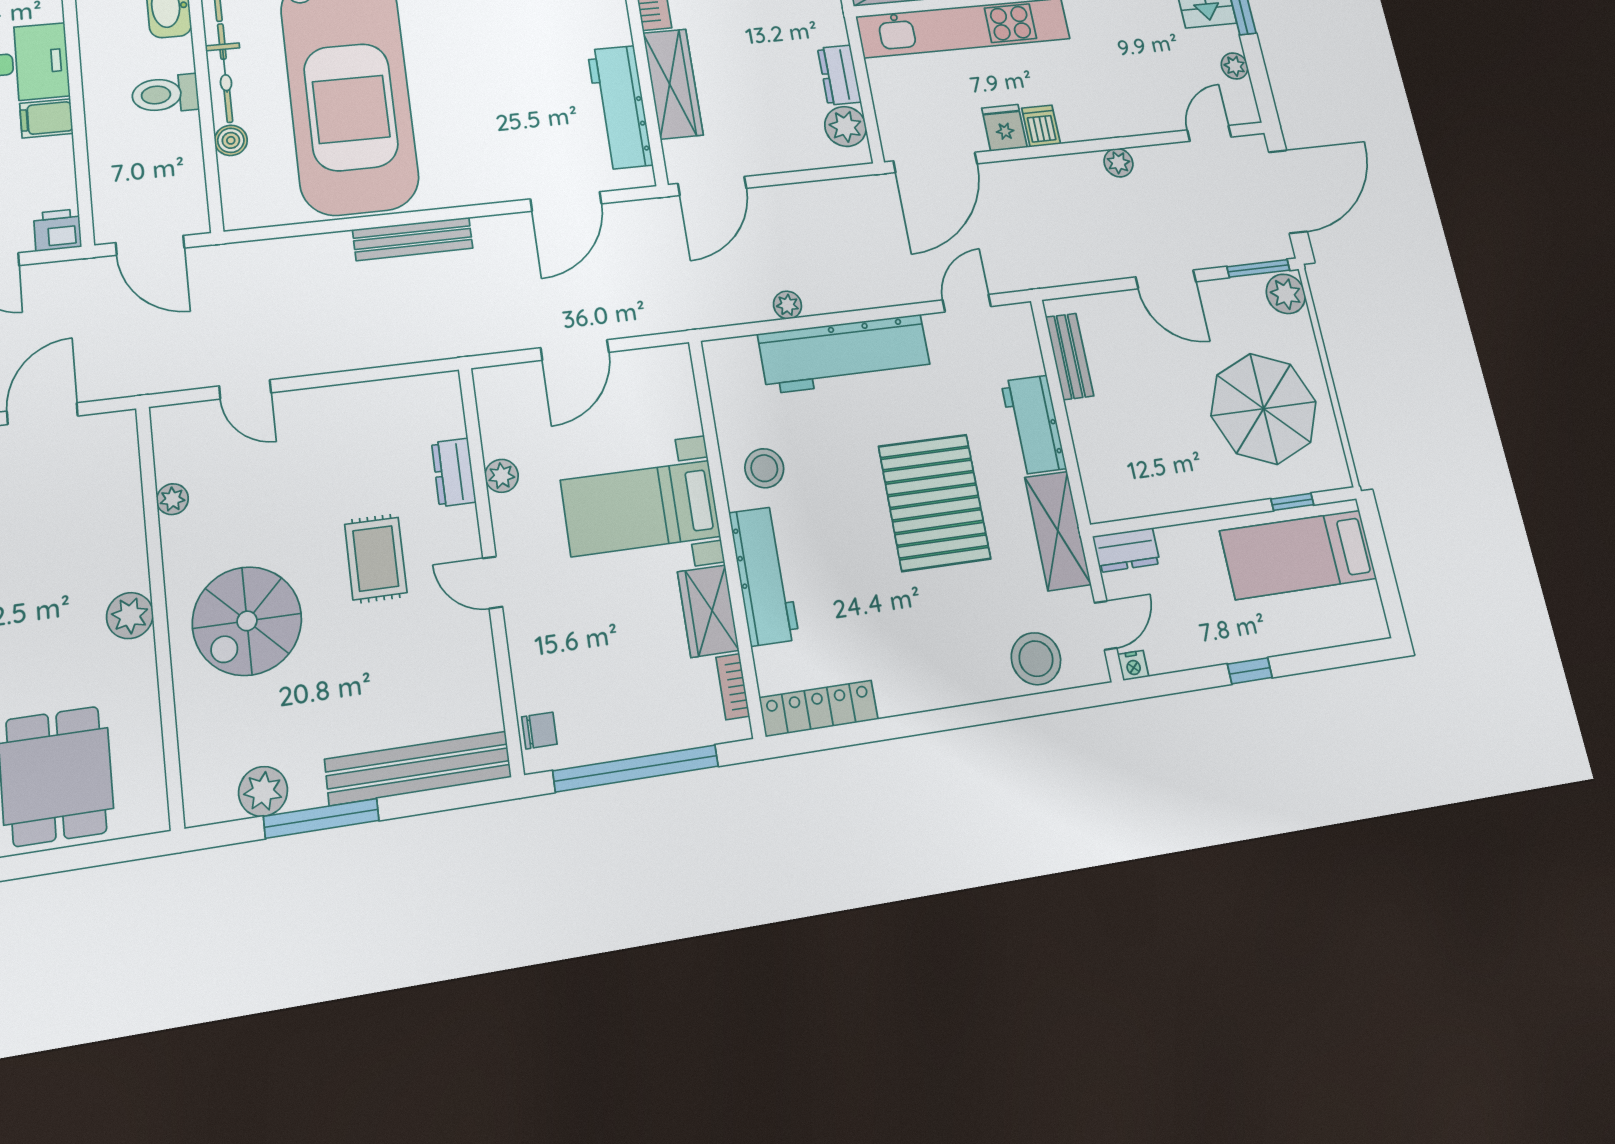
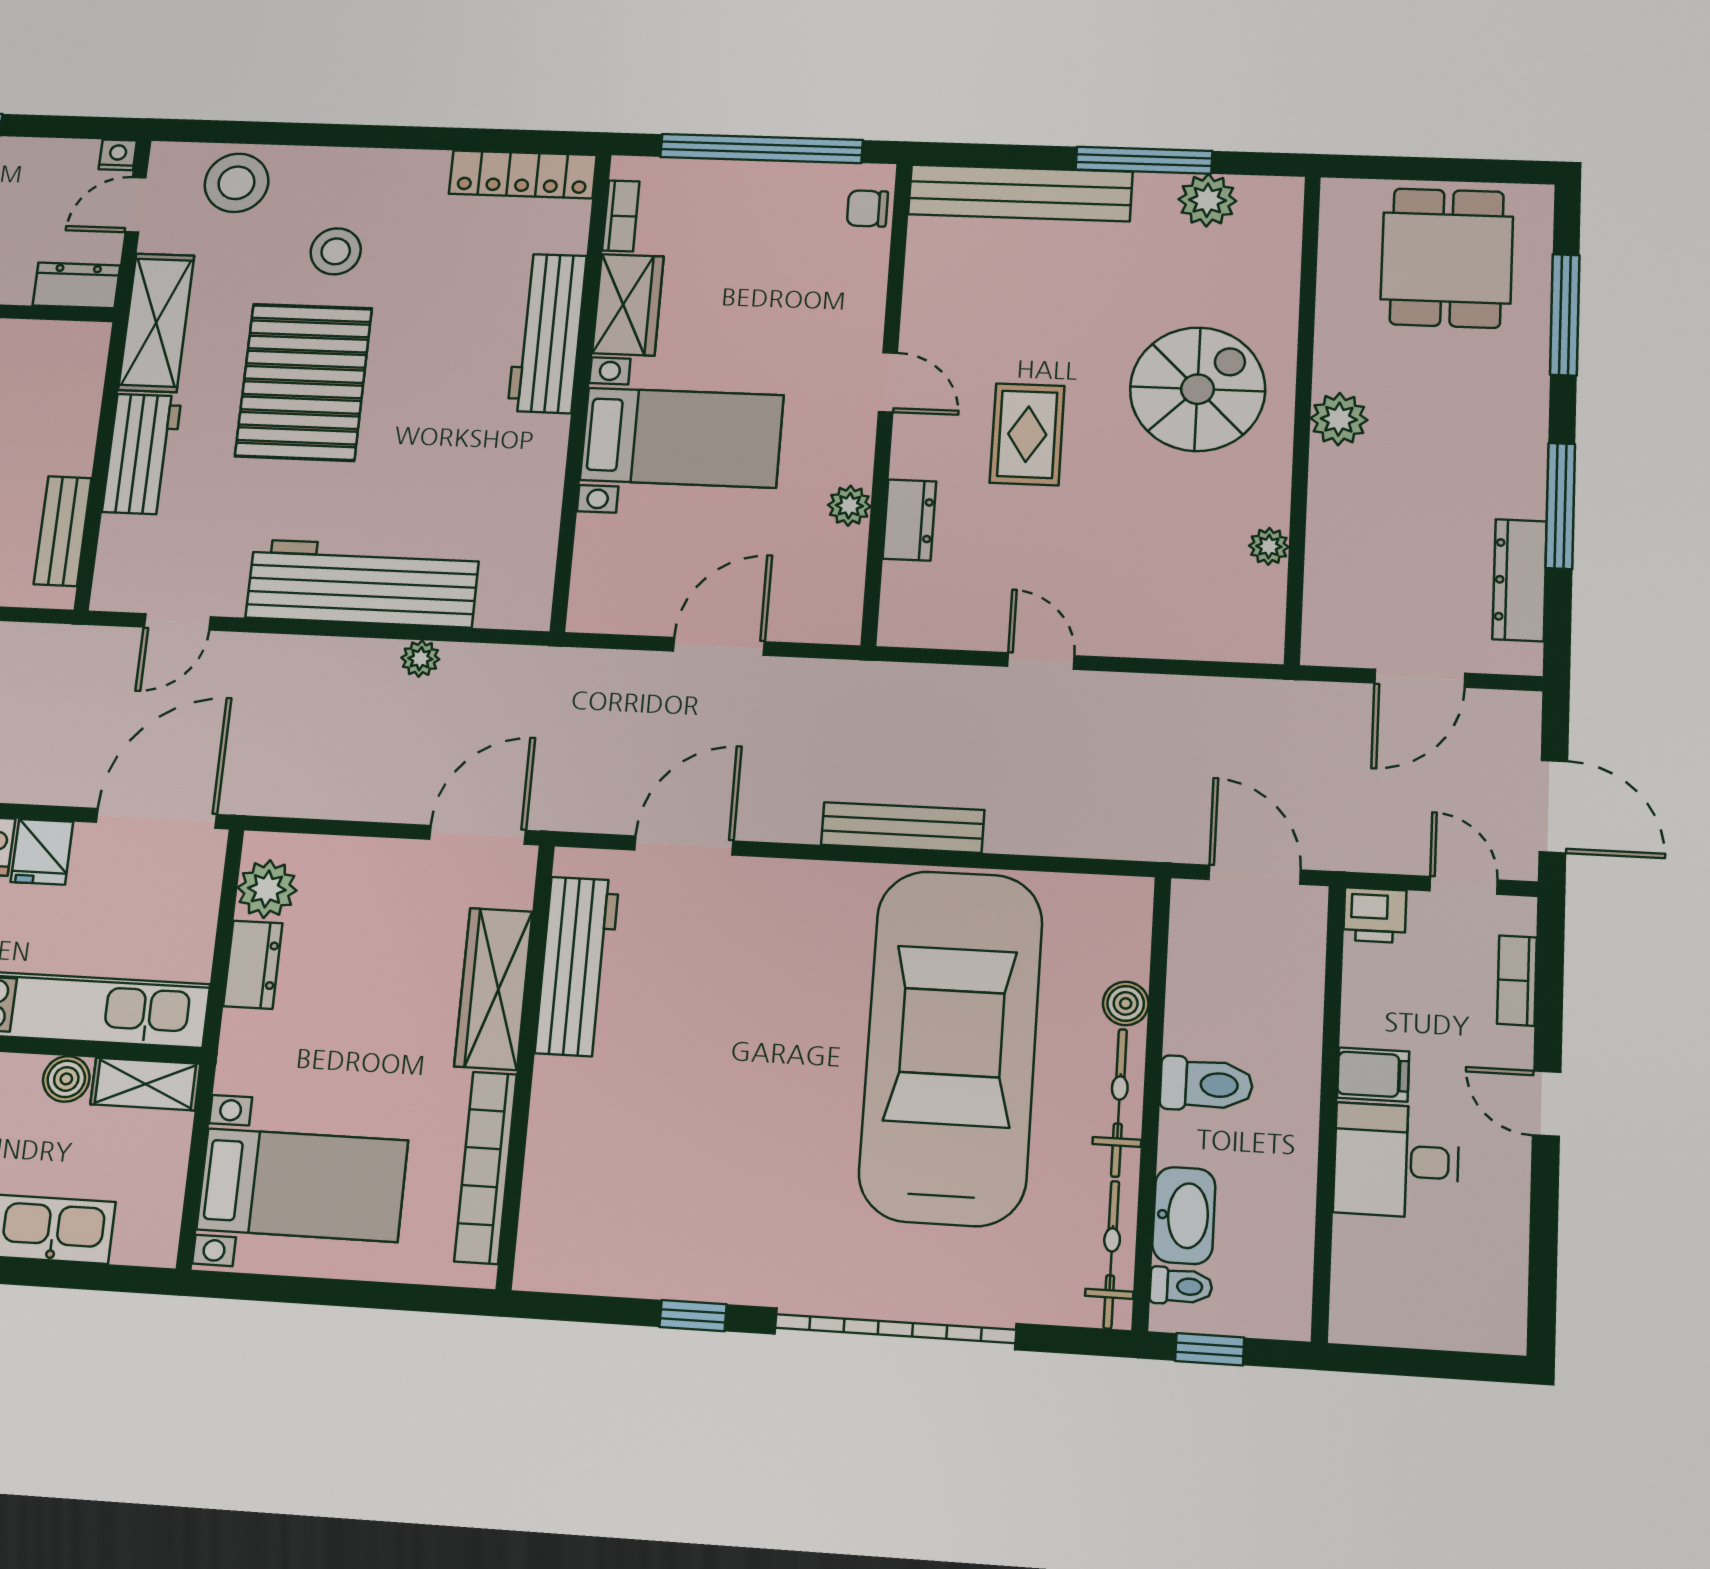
door: (245, 389) -> (1041, 661), moved
stool: (764, 468) -> (336, 251), moved

